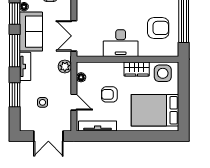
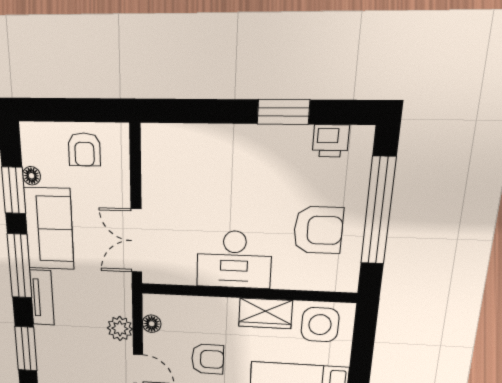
plant: (65, 67) -> (120, 328), moved
armchair: (109, 94) -> (208, 359), turned 180
side table: (43, 102) -> (79, 366), removed

